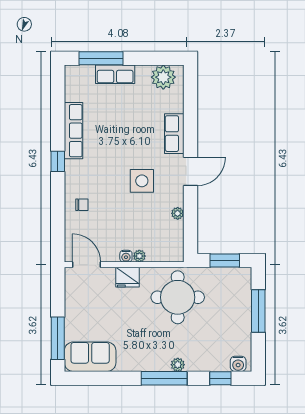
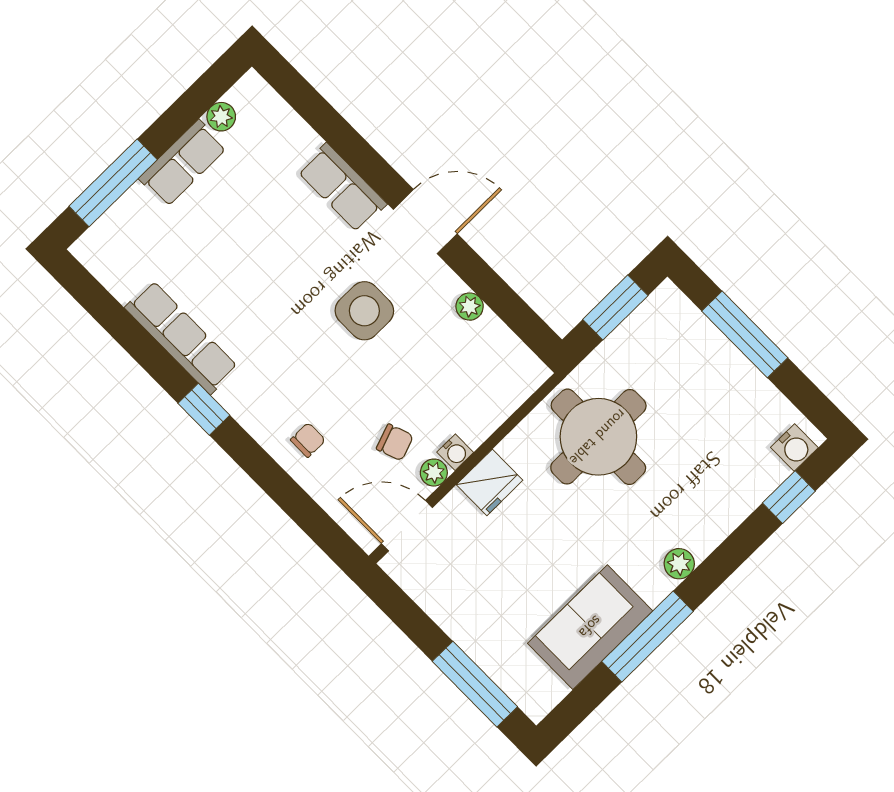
row of seats: (115, 74) -> (183, 163), moved
plant: (163, 77) -> (221, 117), width x0.53, depth x0.53
door: (190, 171) -> (425, 222), hinge flipped
chair: (109, 234) -> (395, 442), added
plant: (139, 256) -> (434, 473), moved
sofa: (90, 357) -> (590, 627), moved
plant: (178, 365) -> (679, 564), moved
window: (164, 378) -> (648, 636), moved

